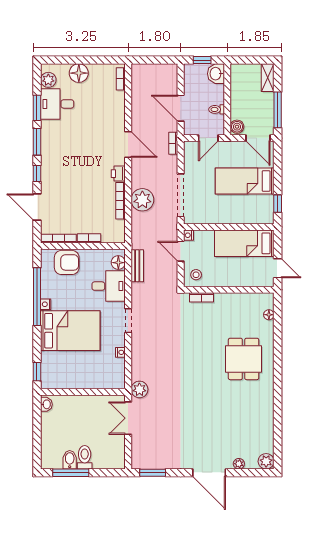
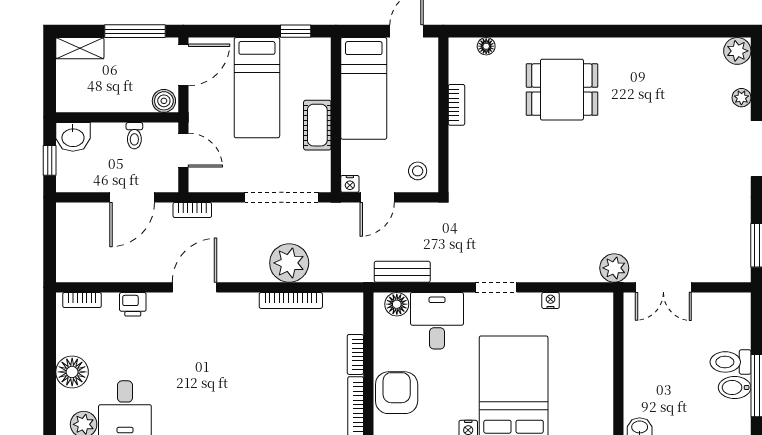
printer: (118, 174) -> (133, 304), moved
cot: (223, 216) -> (317, 125), added
bookcase: (201, 297) -> (457, 105), moved

